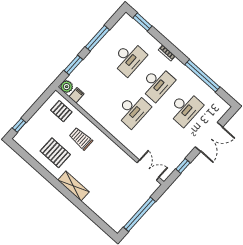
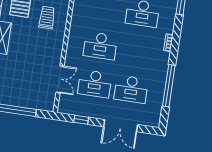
desk: (157, 83) -> (95, 84), moved
double door: (148, 170) -> (60, 79), moved

